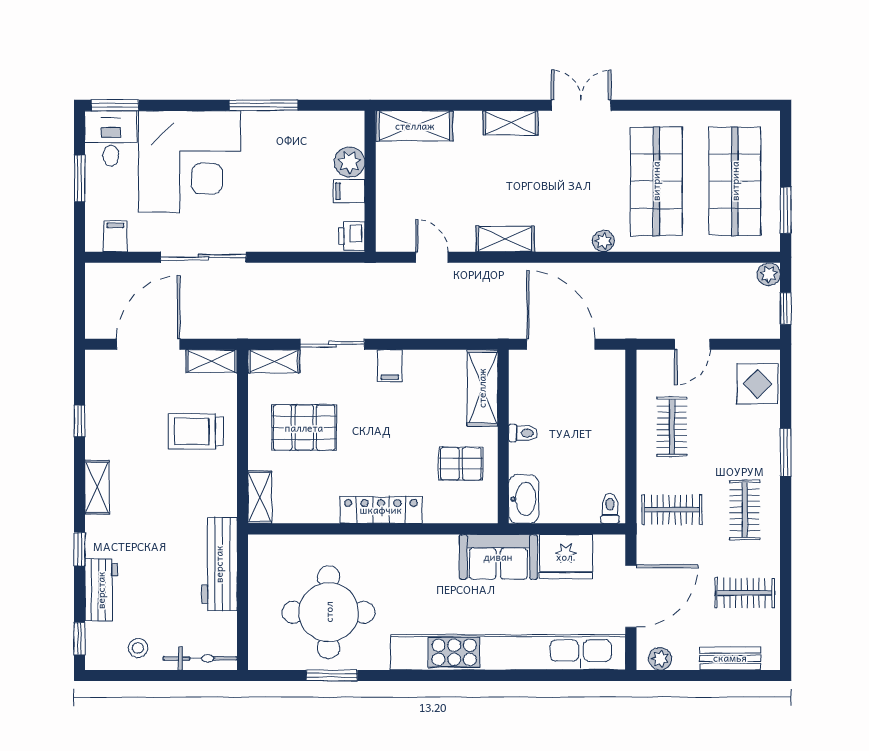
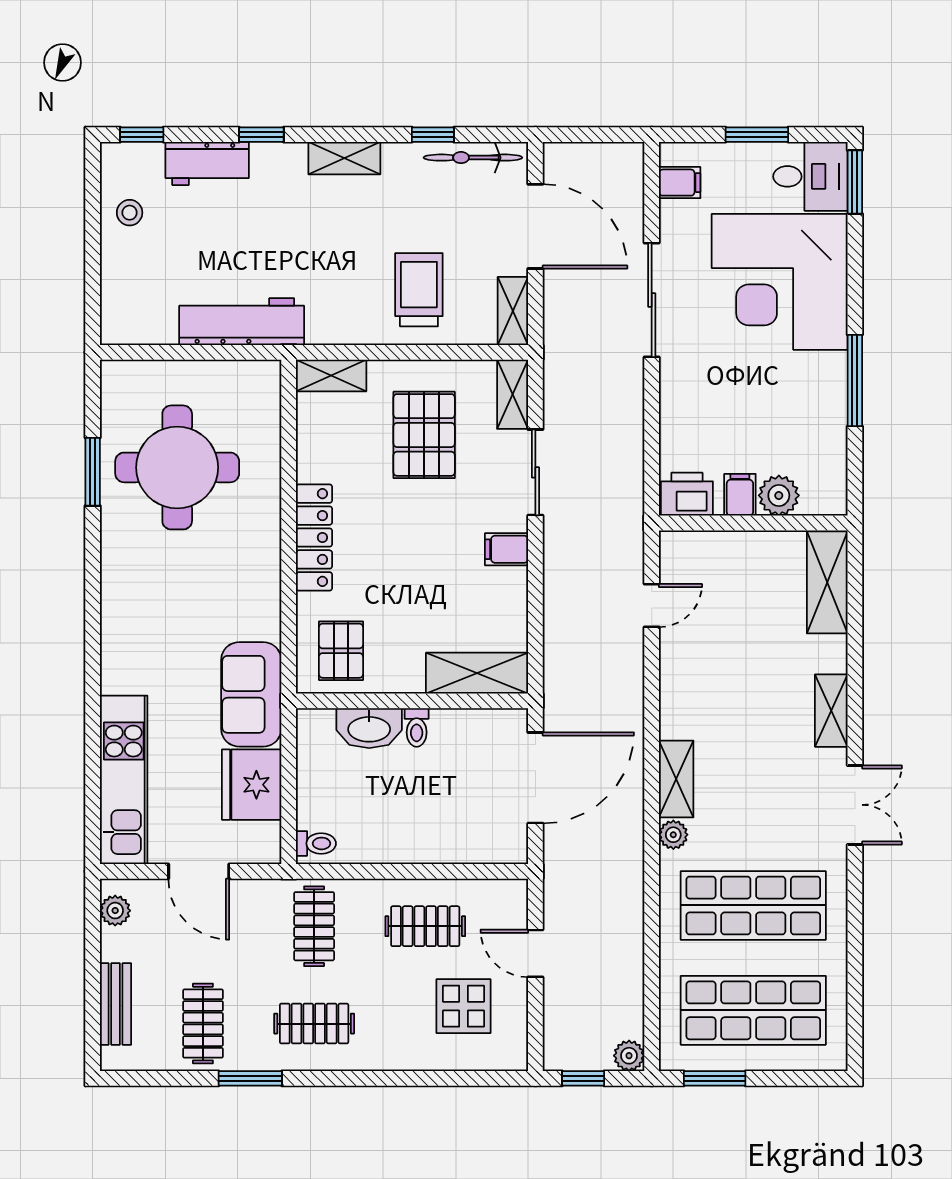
printer: (352, 236) -> (687, 494), width x1.36, depth x1.24
shelving: (505, 239) -> (676, 779), moved
display table: (757, 384) -> (463, 1006), moved
window: (786, 452) -> (250, 1078), moved
pallet: (461, 464) -> (341, 651), moved
washbasin: (524, 499) -> (369, 728), moved
door: (631, 596) -> (199, 871), width x0.73
kitchen unit: (508, 652) -> (124, 780), width x0.54
bicycle: (200, 658) -> (473, 158), moved, turned 90

